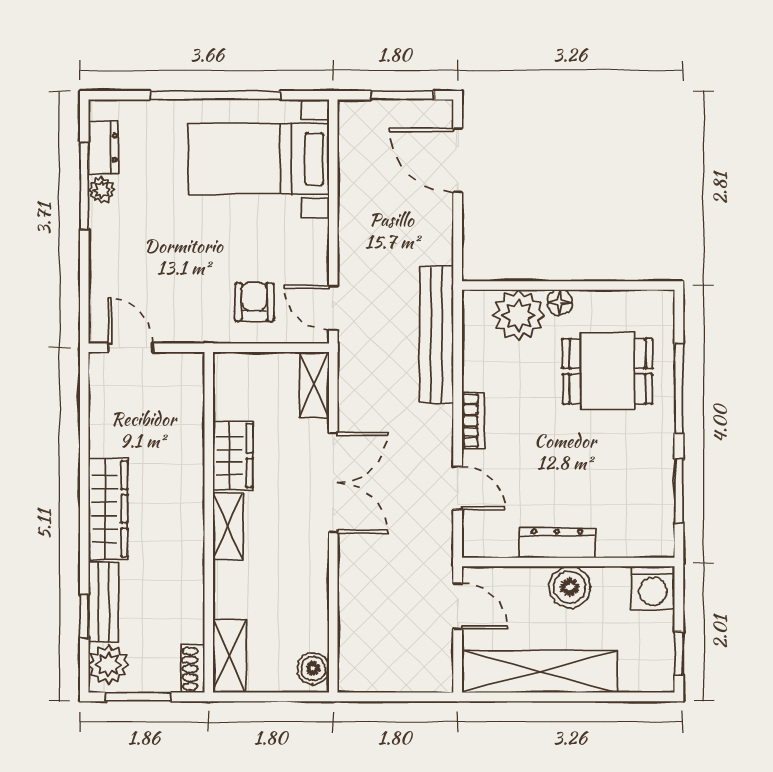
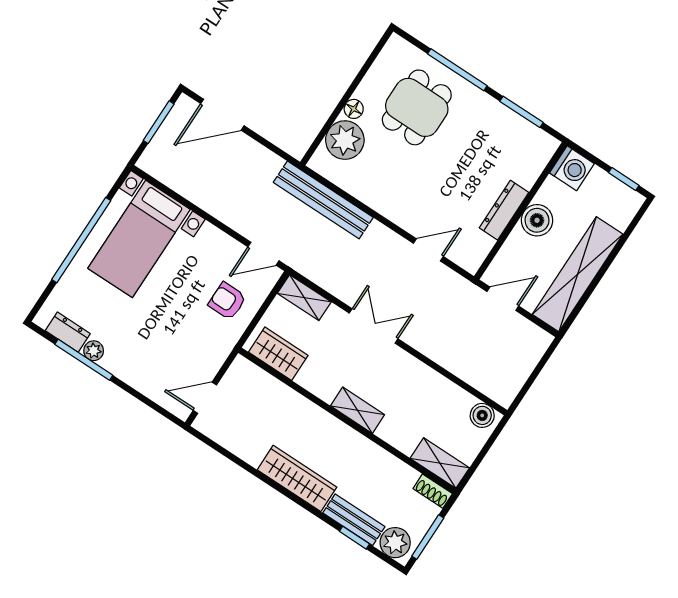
bookcase: (473, 421) -> (392, 212), removed
wardrobe: (233, 456) -> (278, 354), moved
double door: (333, 483) -> (374, 326), width x0.73

